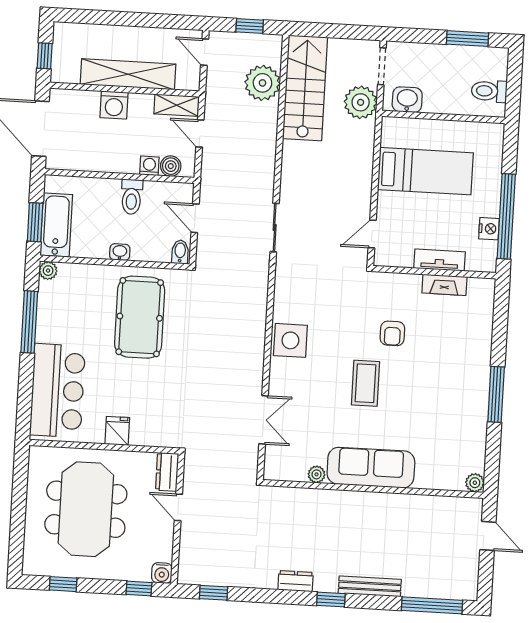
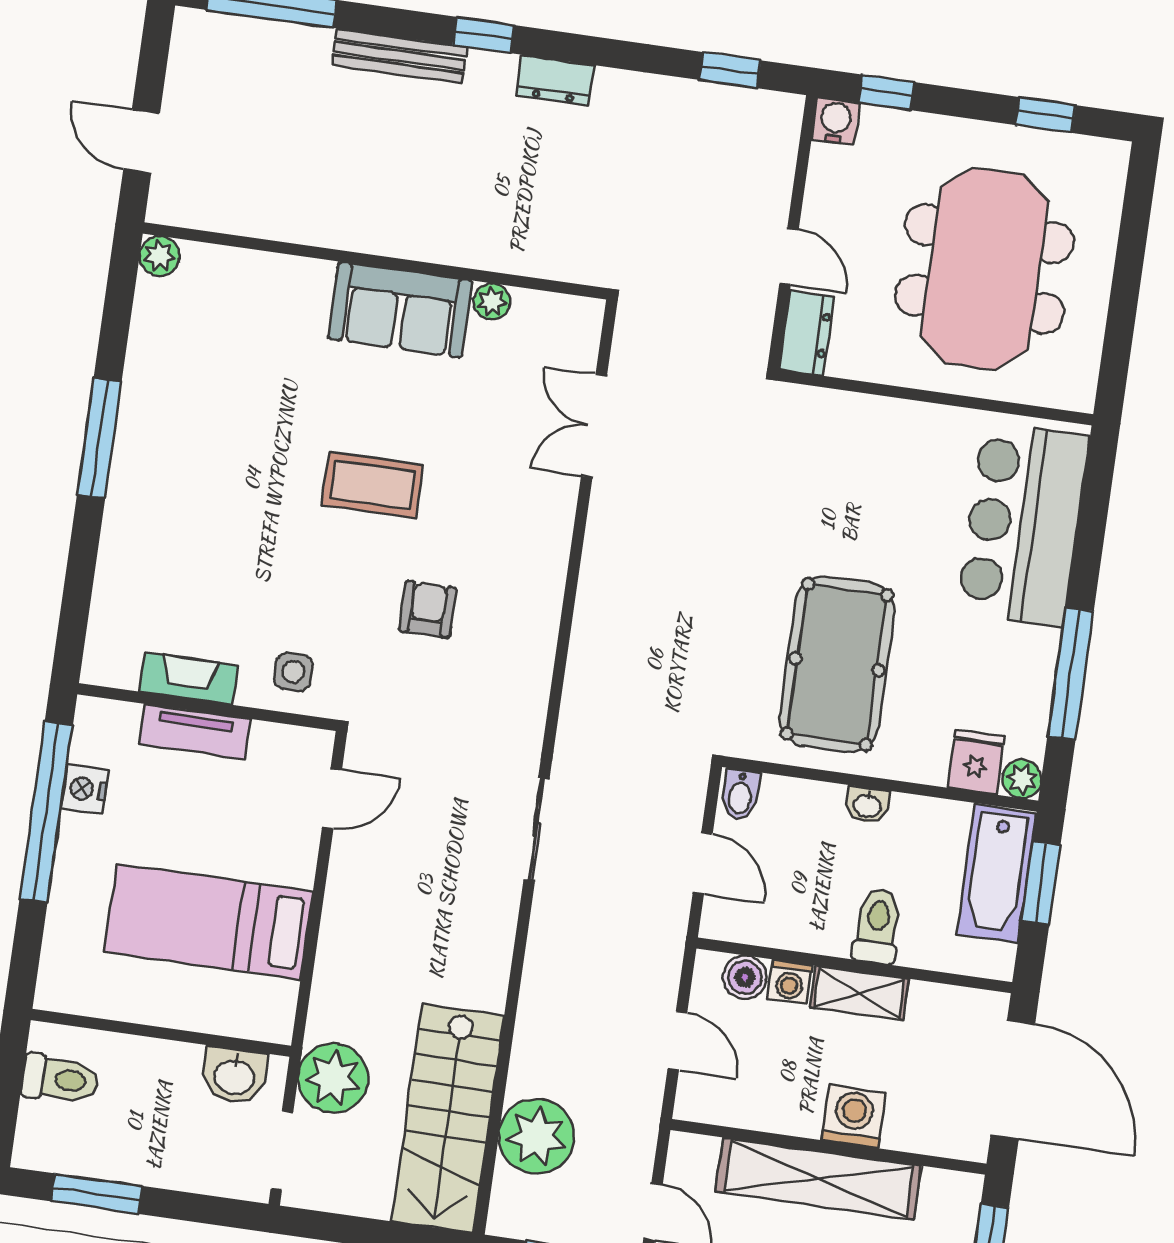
shelving: (177, 105) -> (859, 993), moved
toilet: (132, 197) -> (877, 926), moved
armchair: (392, 333) -> (428, 609), moved
side table: (290, 340) -> (293, 672), moved, width x0.54, depth x0.54
coffee table: (366, 383) -> (372, 485), turned 90
fridge: (117, 431) -> (976, 762), moved, turned 180
sofa: (371, 468) -> (400, 310), width x0.73

